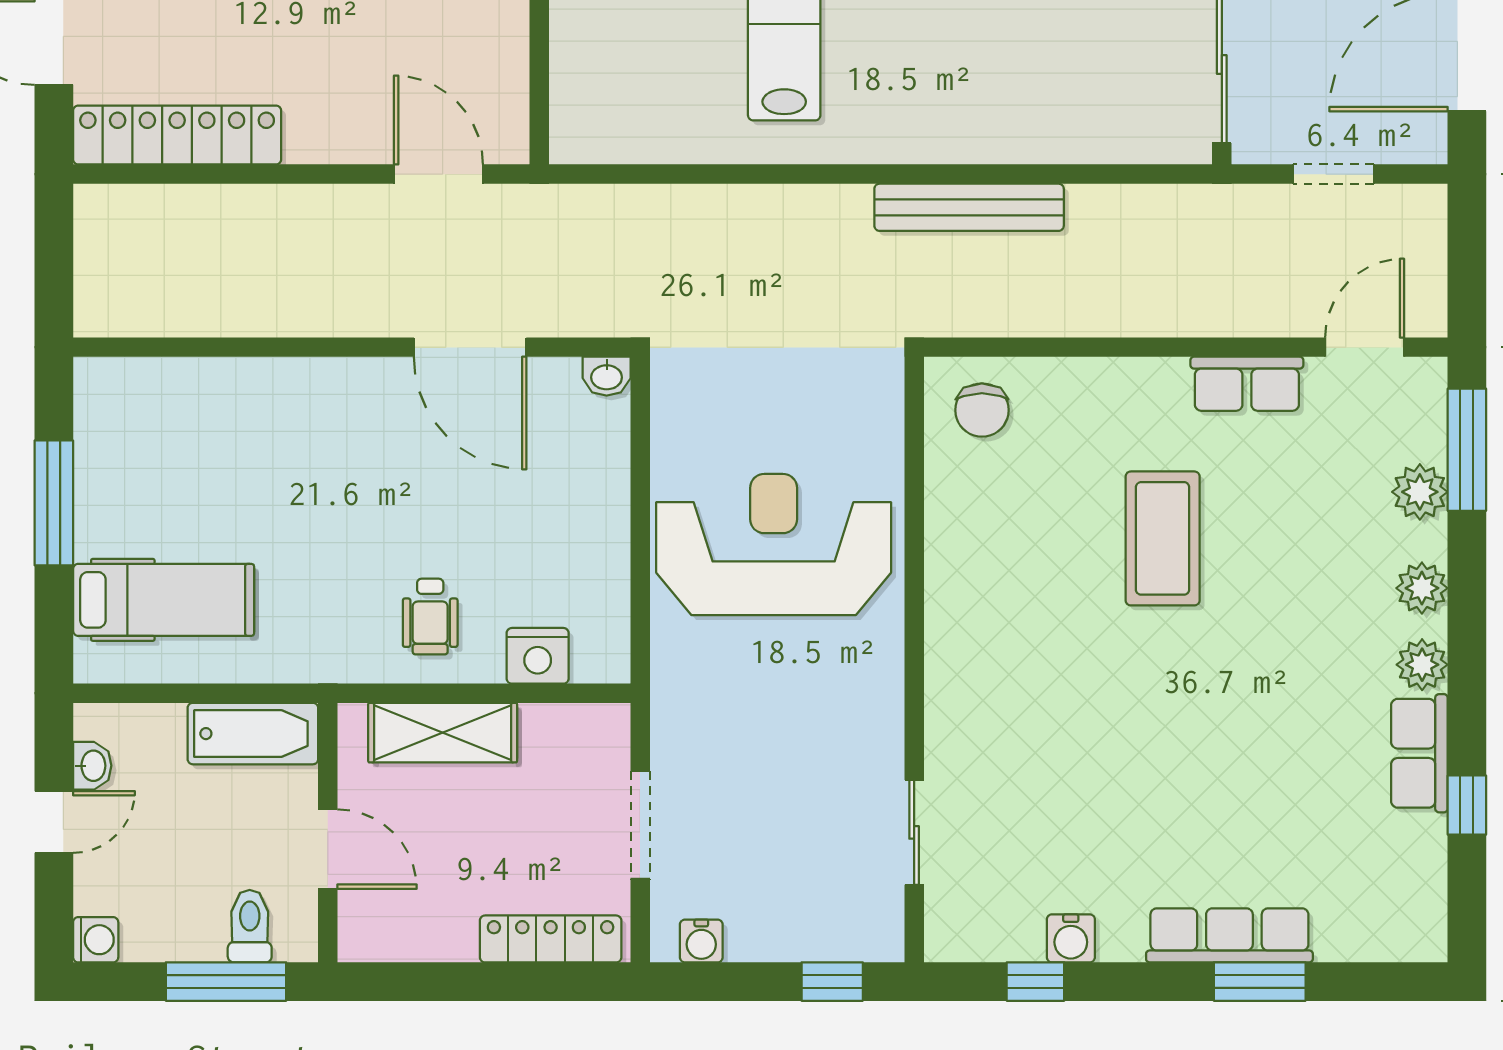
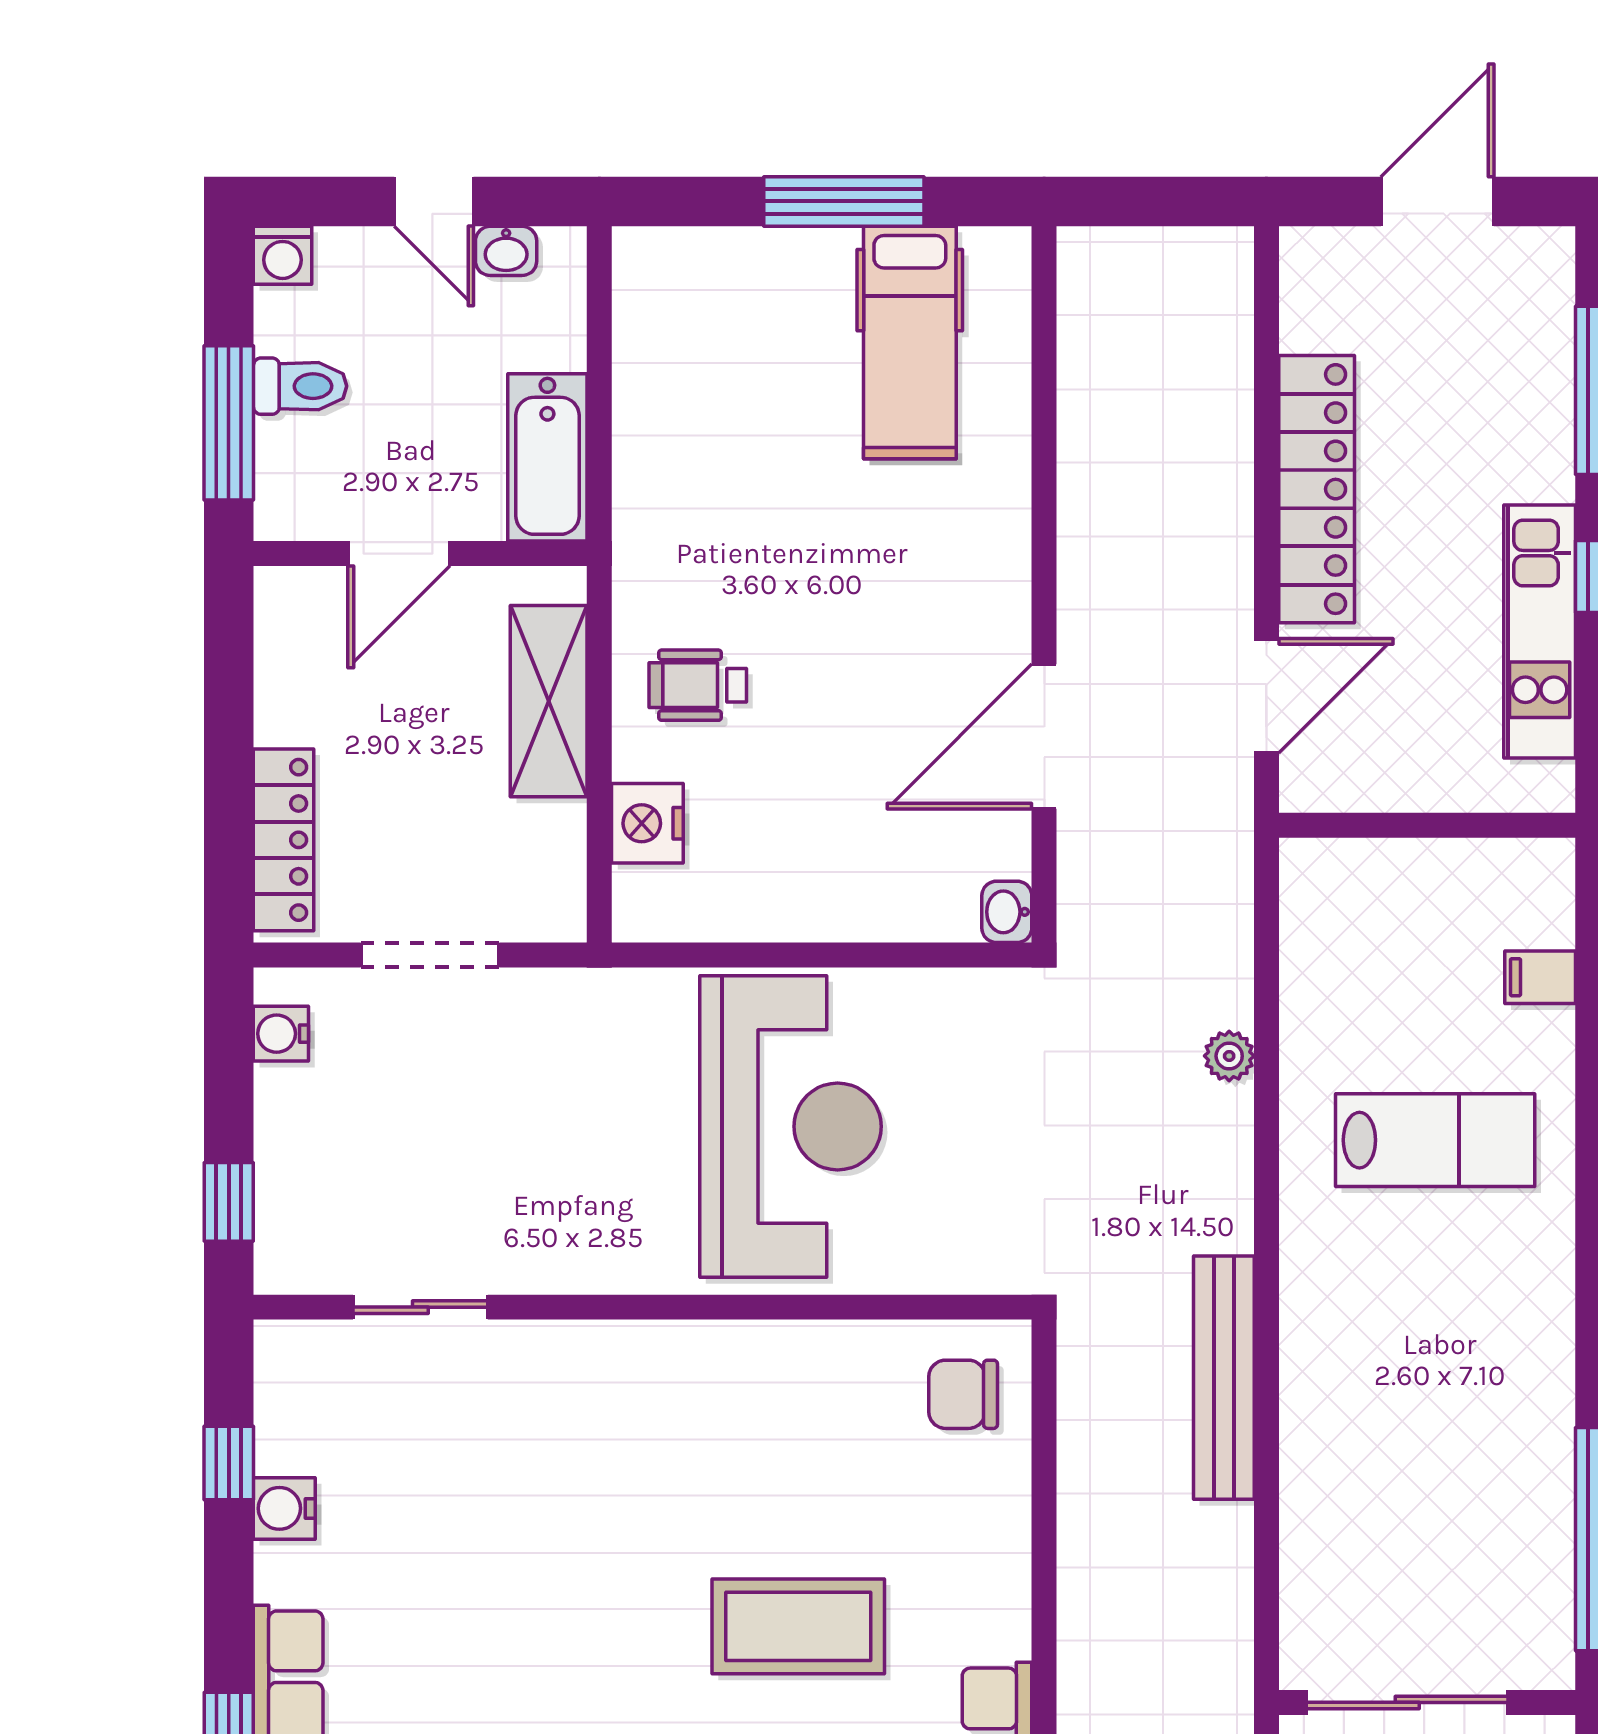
locker: (177, 135) -> (1317, 489), moved
plant: (719, 203) -> (1229, 1056), added
hospital bed: (164, 600) -> (910, 343), moved
toilet: (250, 926) -> (300, 386), moved

